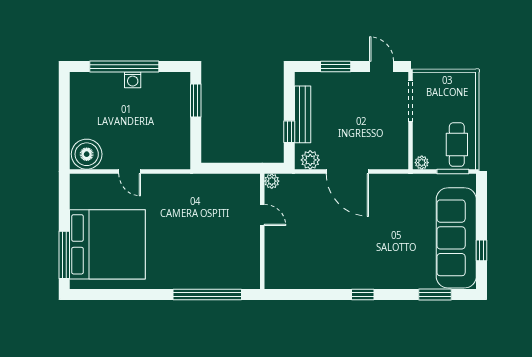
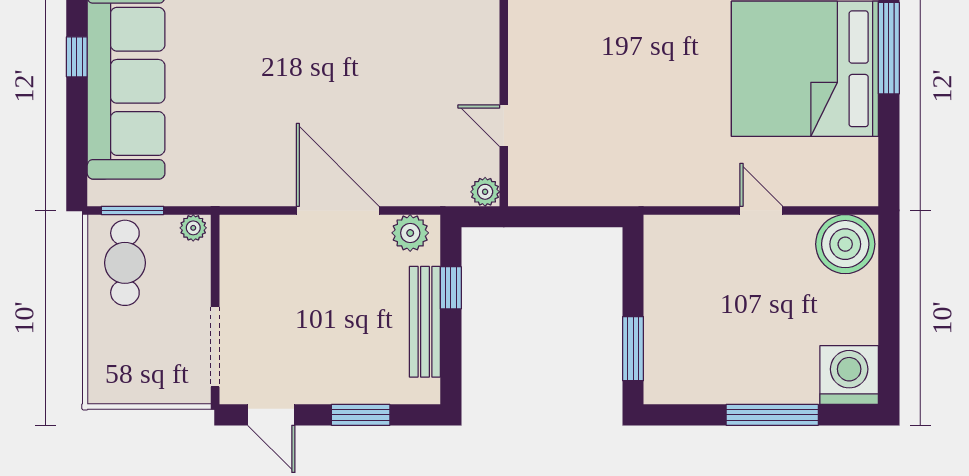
window: (124, 66) -> (772, 415), width x0.68
washing machine: (133, 80) -> (849, 375), moved, width x1.89, depth x1.89

